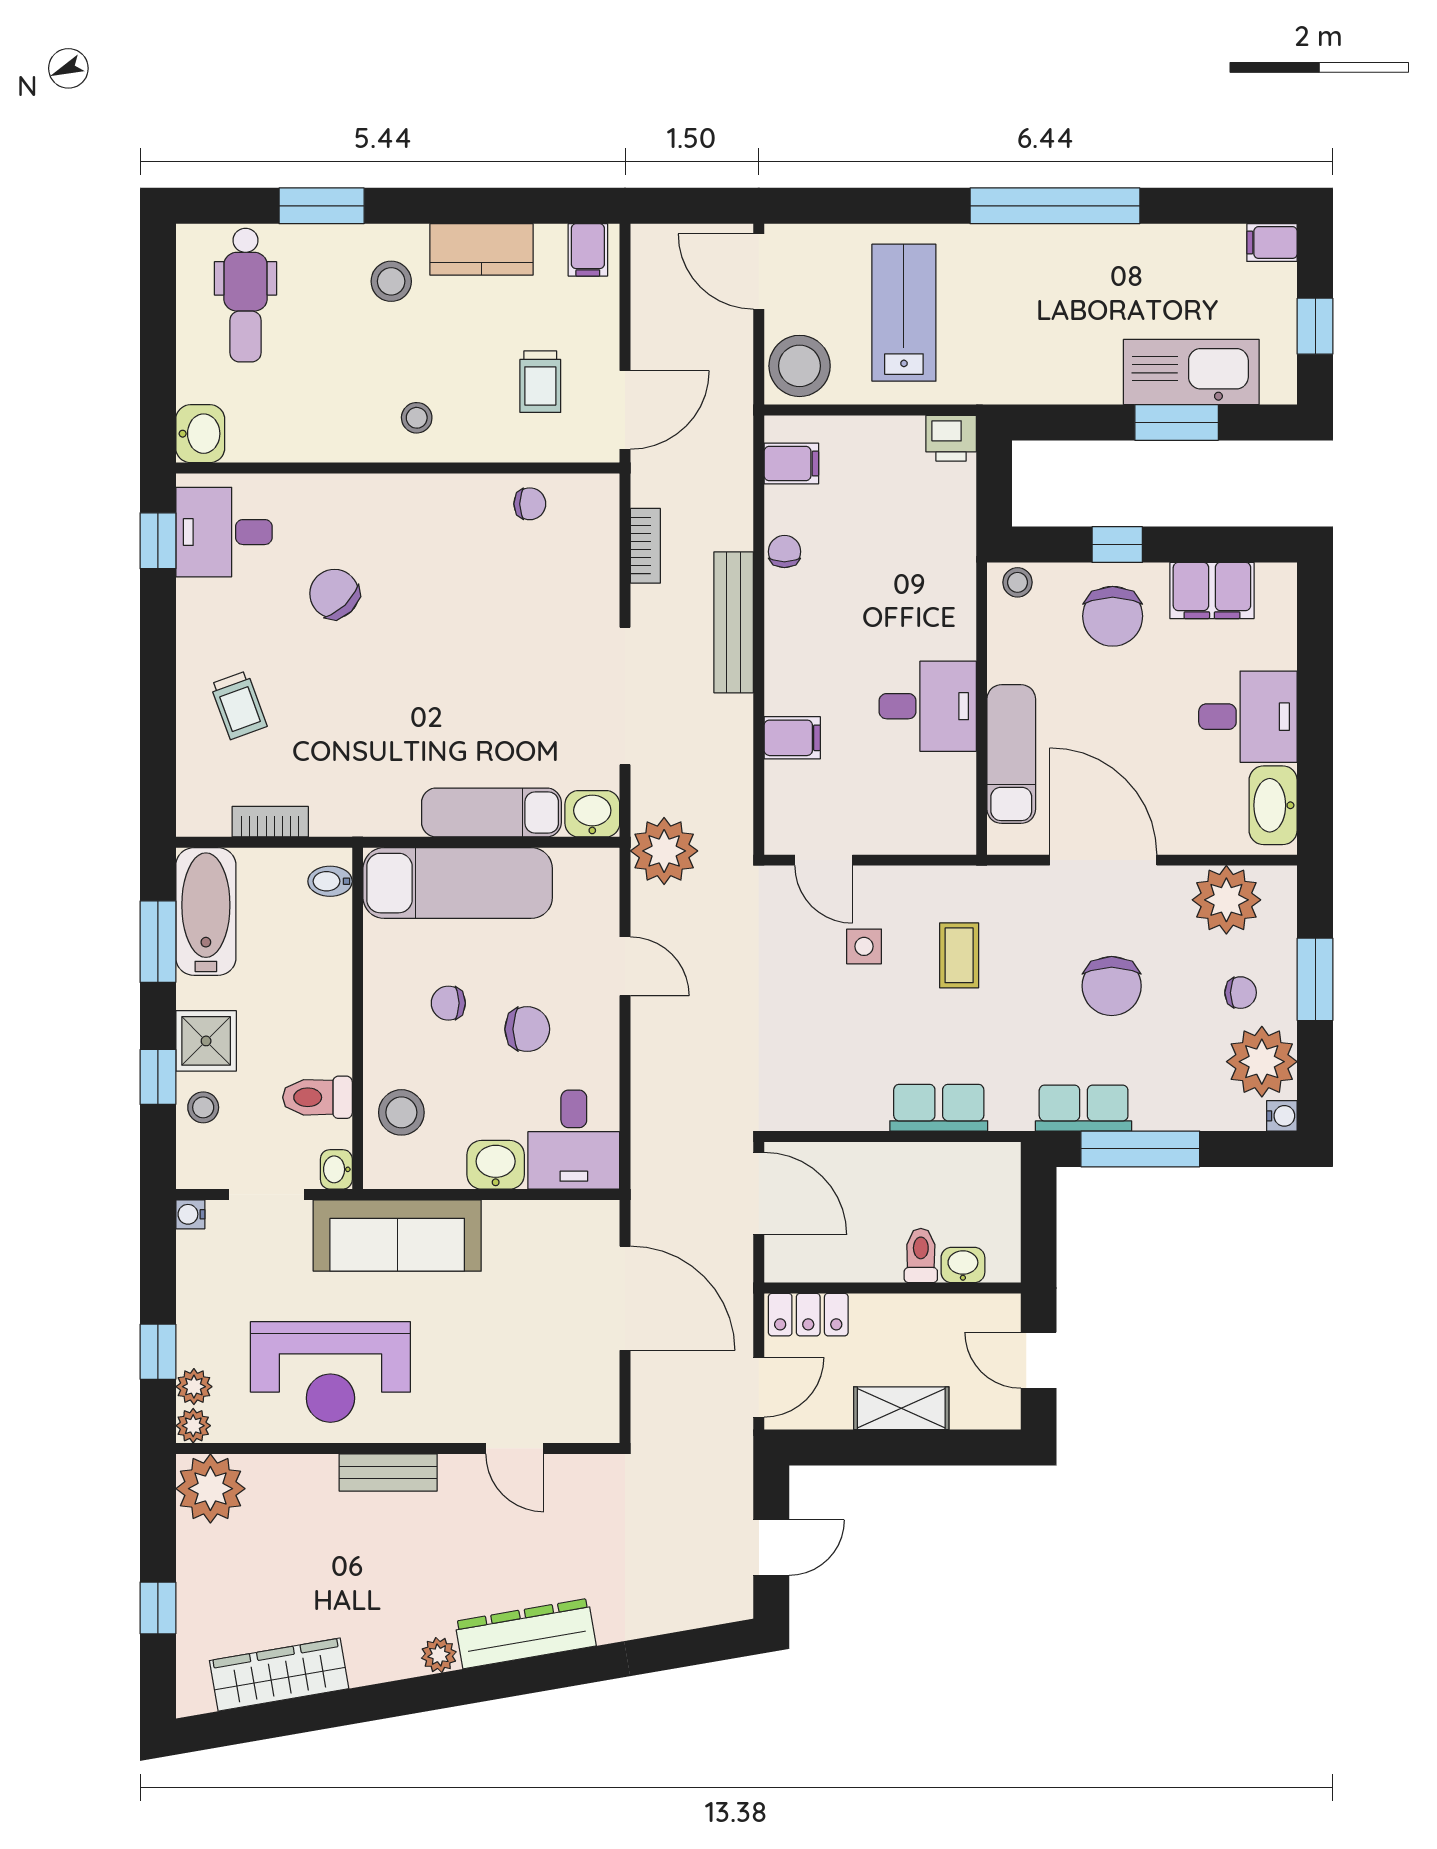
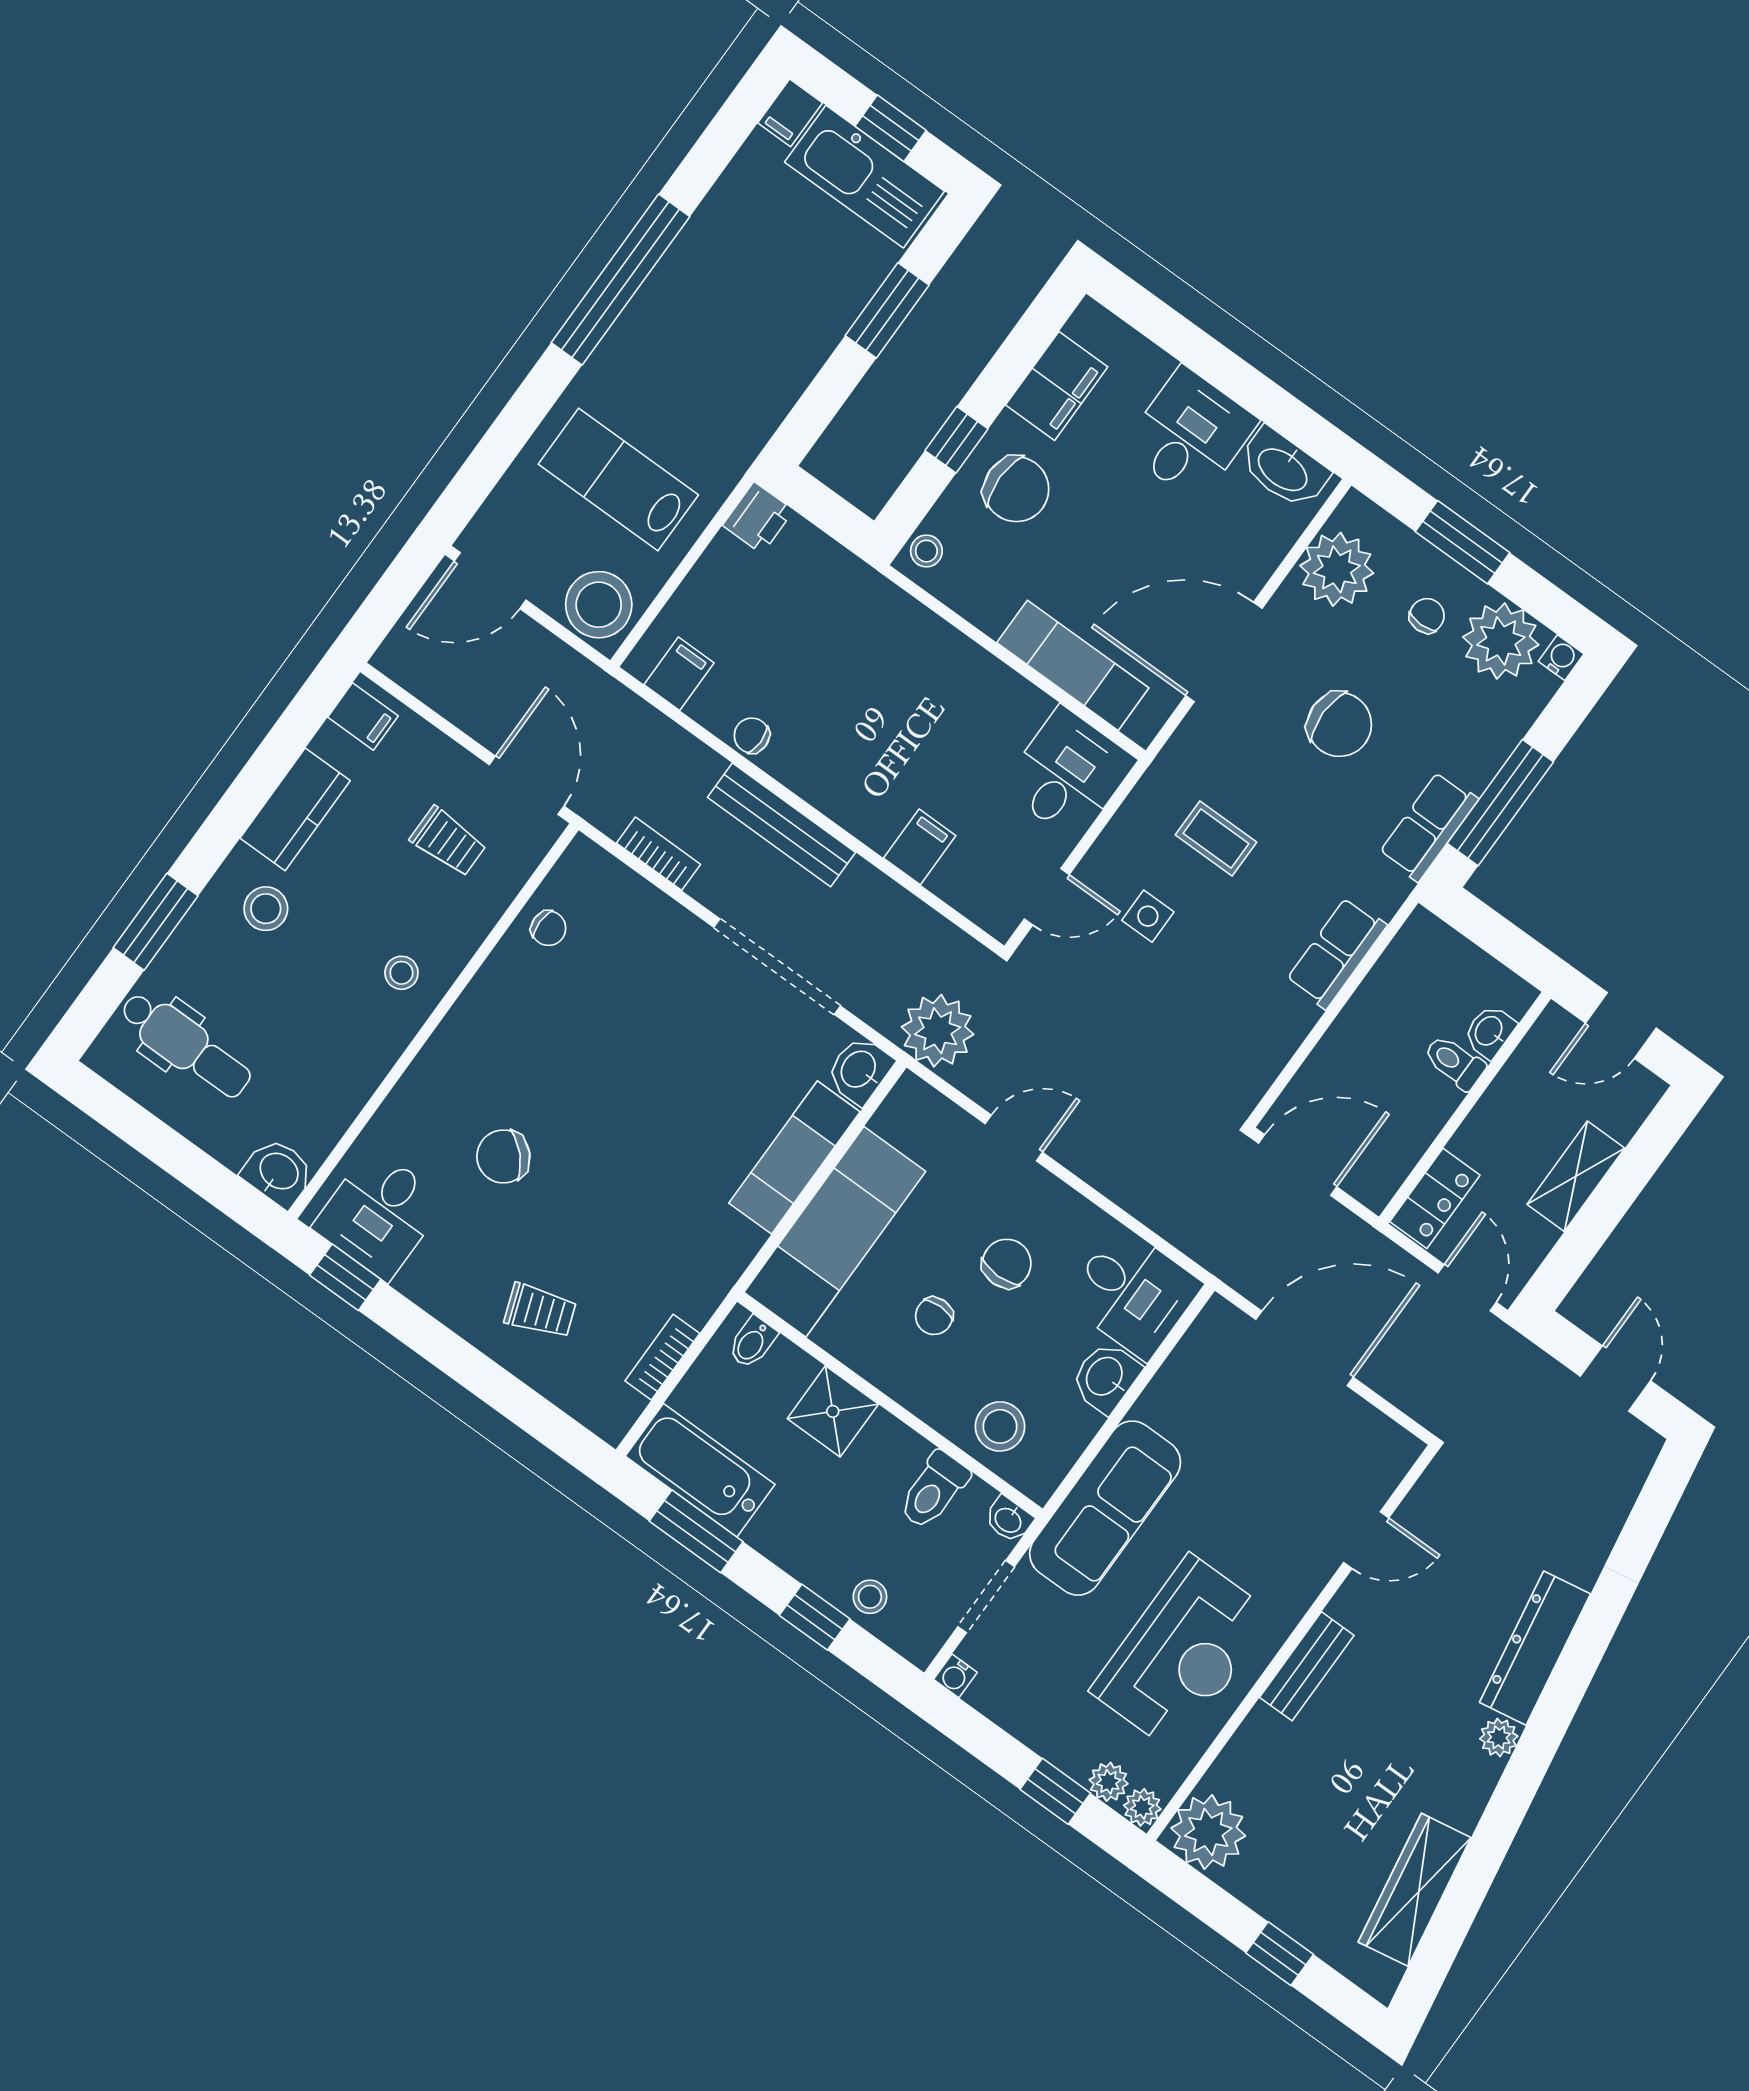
kitchen sink: (1191, 372) -> (865, 177), moved, turned -90
chair: (530, 504) -> (548, 928), turned 90
desk: (928, 706) -> (1068, 774), moved
shower: (206, 1041) -> (833, 1411), moved

